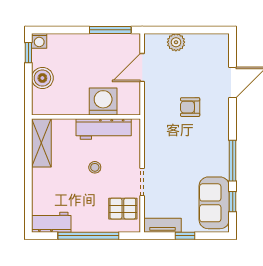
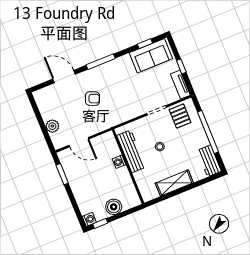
window: (110, 30) -> (62, 174), width x0.69
washing machine: (103, 102) -> (119, 162), width x0.53, depth x0.53
armchair: (190, 107) -> (92, 99), turned -67
shelving: (41, 143) -> (174, 183), moved
window: (233, 161) -> (101, 62), moved

